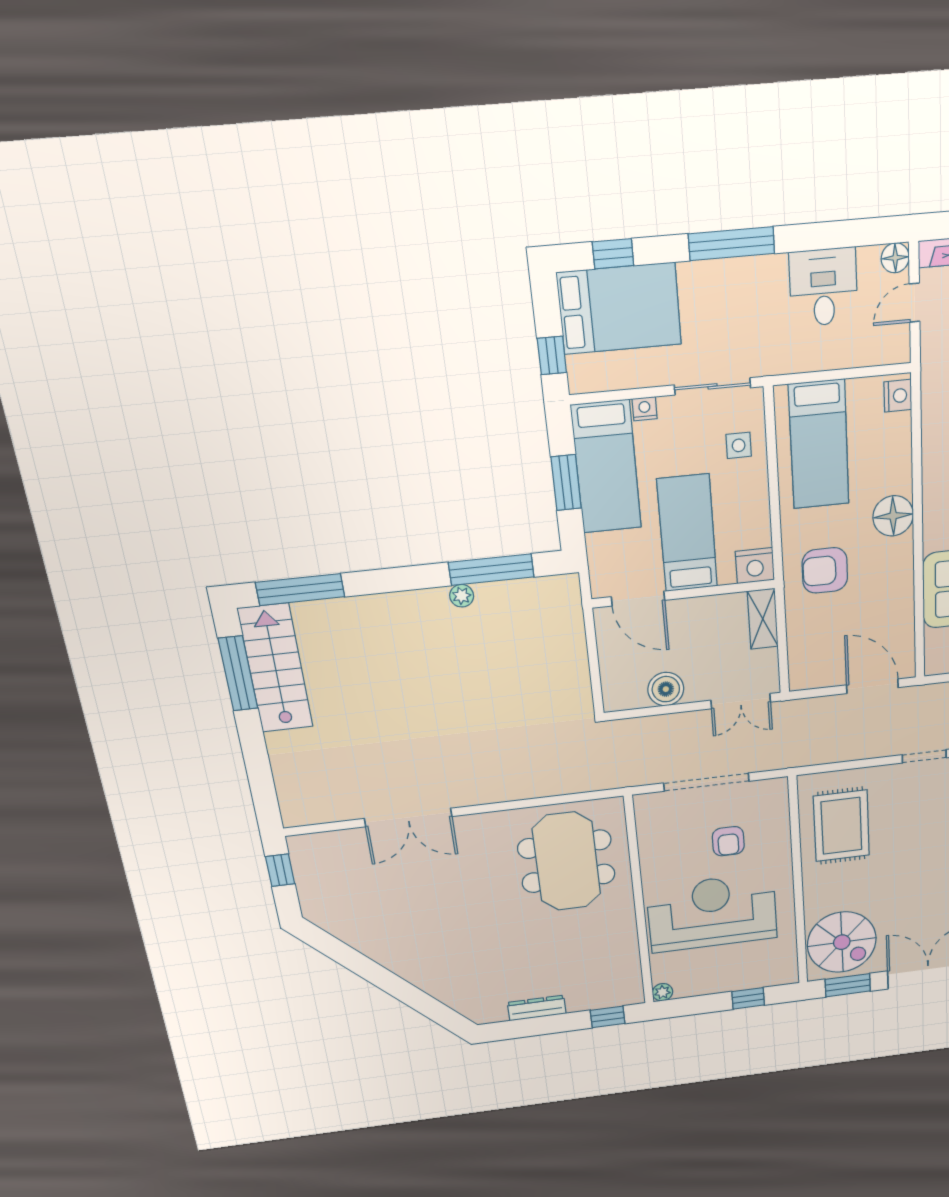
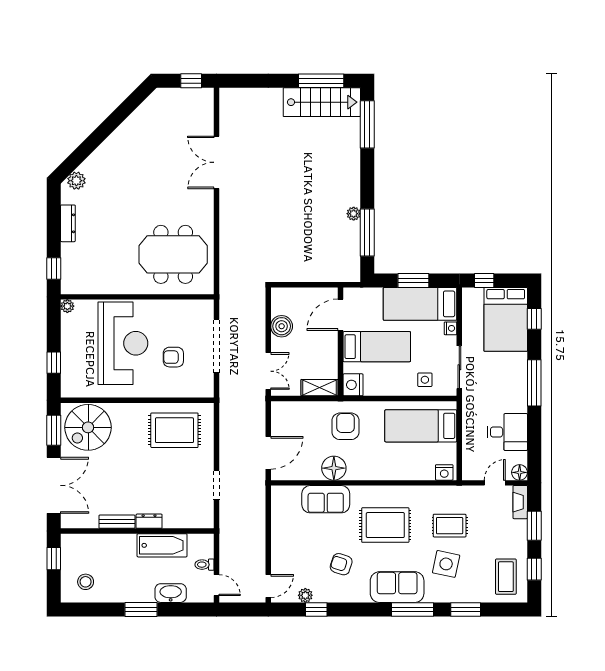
door: (915, 303) -> (495, 483), hinge flipped
floor lamp: (893, 516) -> (334, 468), moved
double door: (741, 701) -> (268, 371), swing flipped
plant: (470, 1006) -> (76, 181), added

